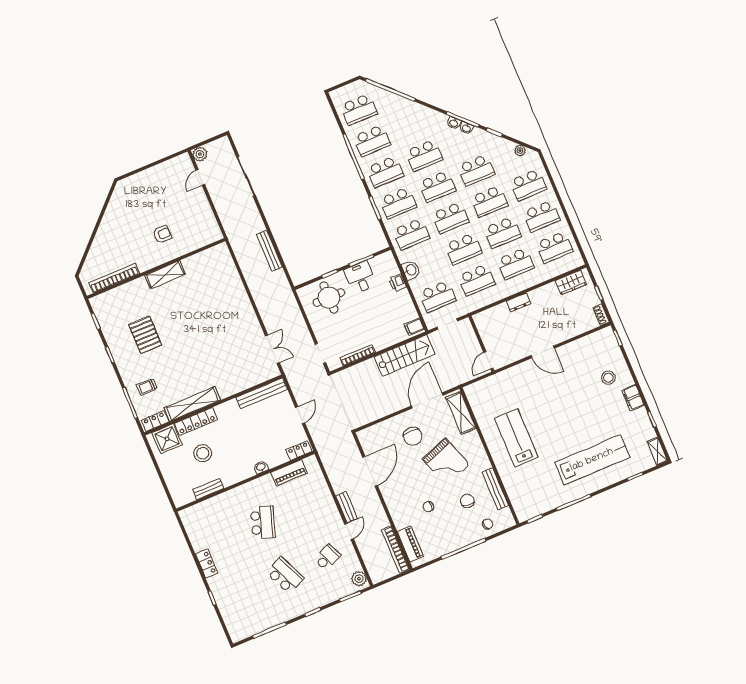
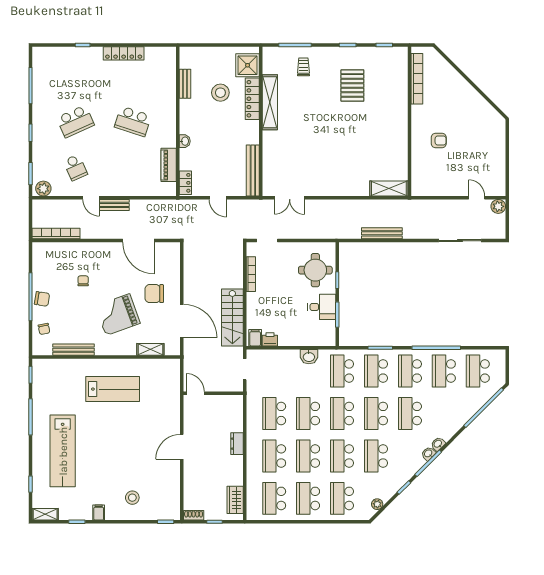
washbasin: (466, 128) -> (438, 444), moved
armchair: (162, 234) -> (439, 140), turned -90
shelving: (165, 275) -> (389, 188), moved, turned 90
printer: (397, 283) -> (270, 339), moved
school desk: (437, 296) -> (274, 371), removed
pallet: (145, 335) -> (352, 85), turned 90
filing cabinet: (633, 398) -> (99, 513), width x0.50
shelving: (461, 413) -> (150, 349), width x0.67, depth x0.75
locker: (155, 421) -> (269, 61), removed
chair: (467, 501) -> (42, 299), moved
piano: (410, 544) -> (56, 250), removed
locker: (207, 564) -> (124, 53), width x1.53

